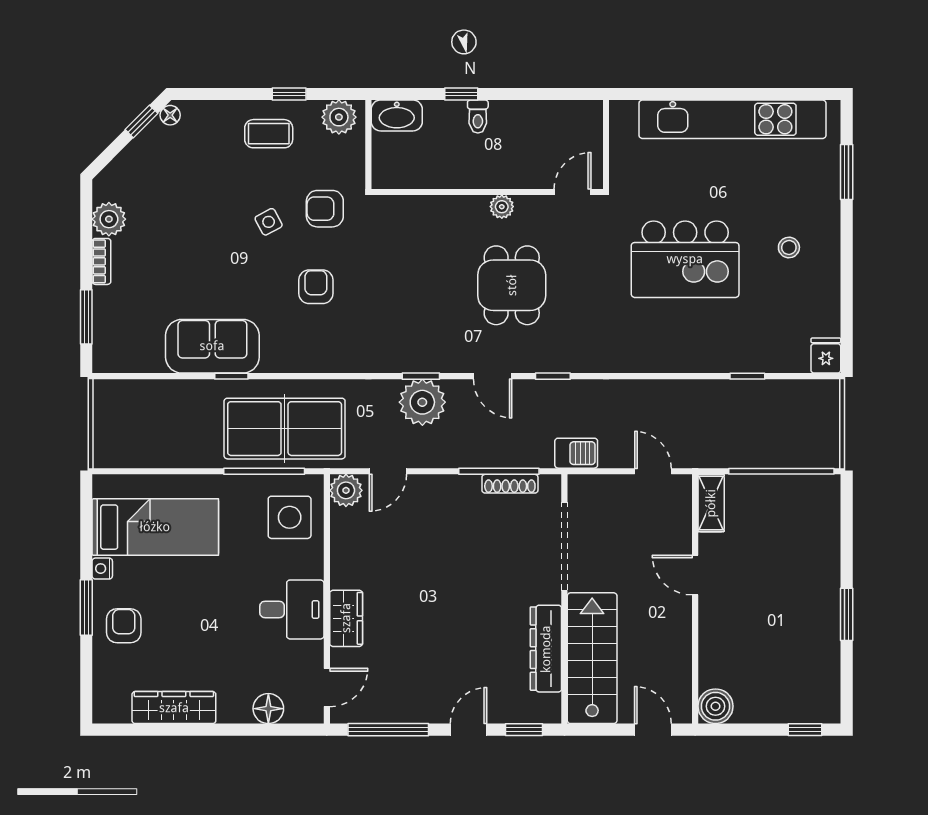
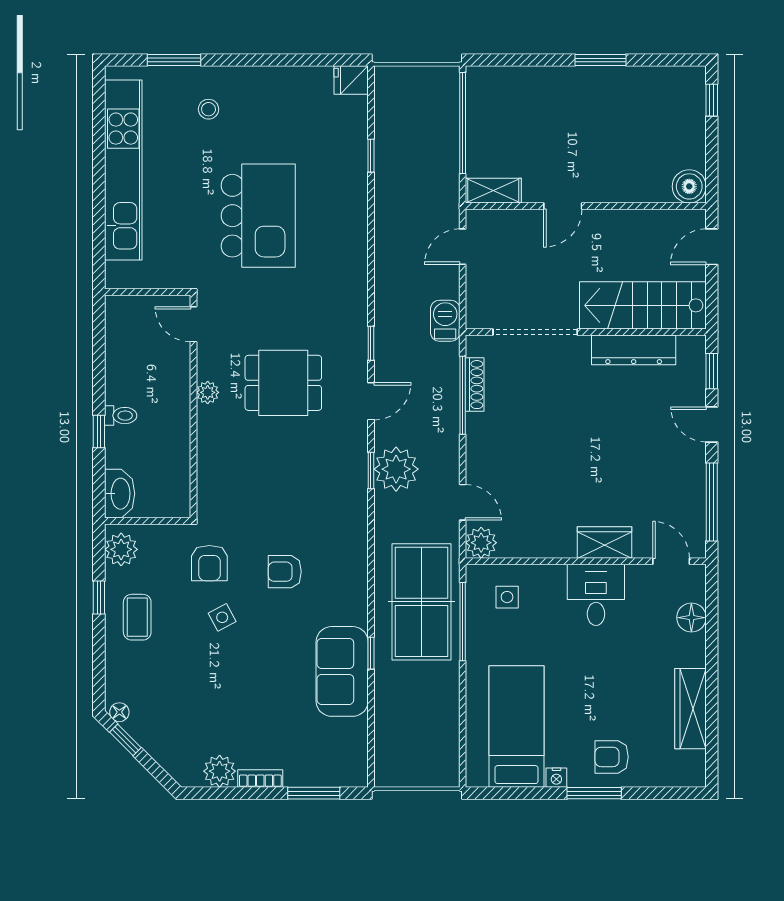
stool: (789, 247) -> (209, 109), moved
side table: (290, 517) -> (507, 597), width x0.54, depth x0.54

